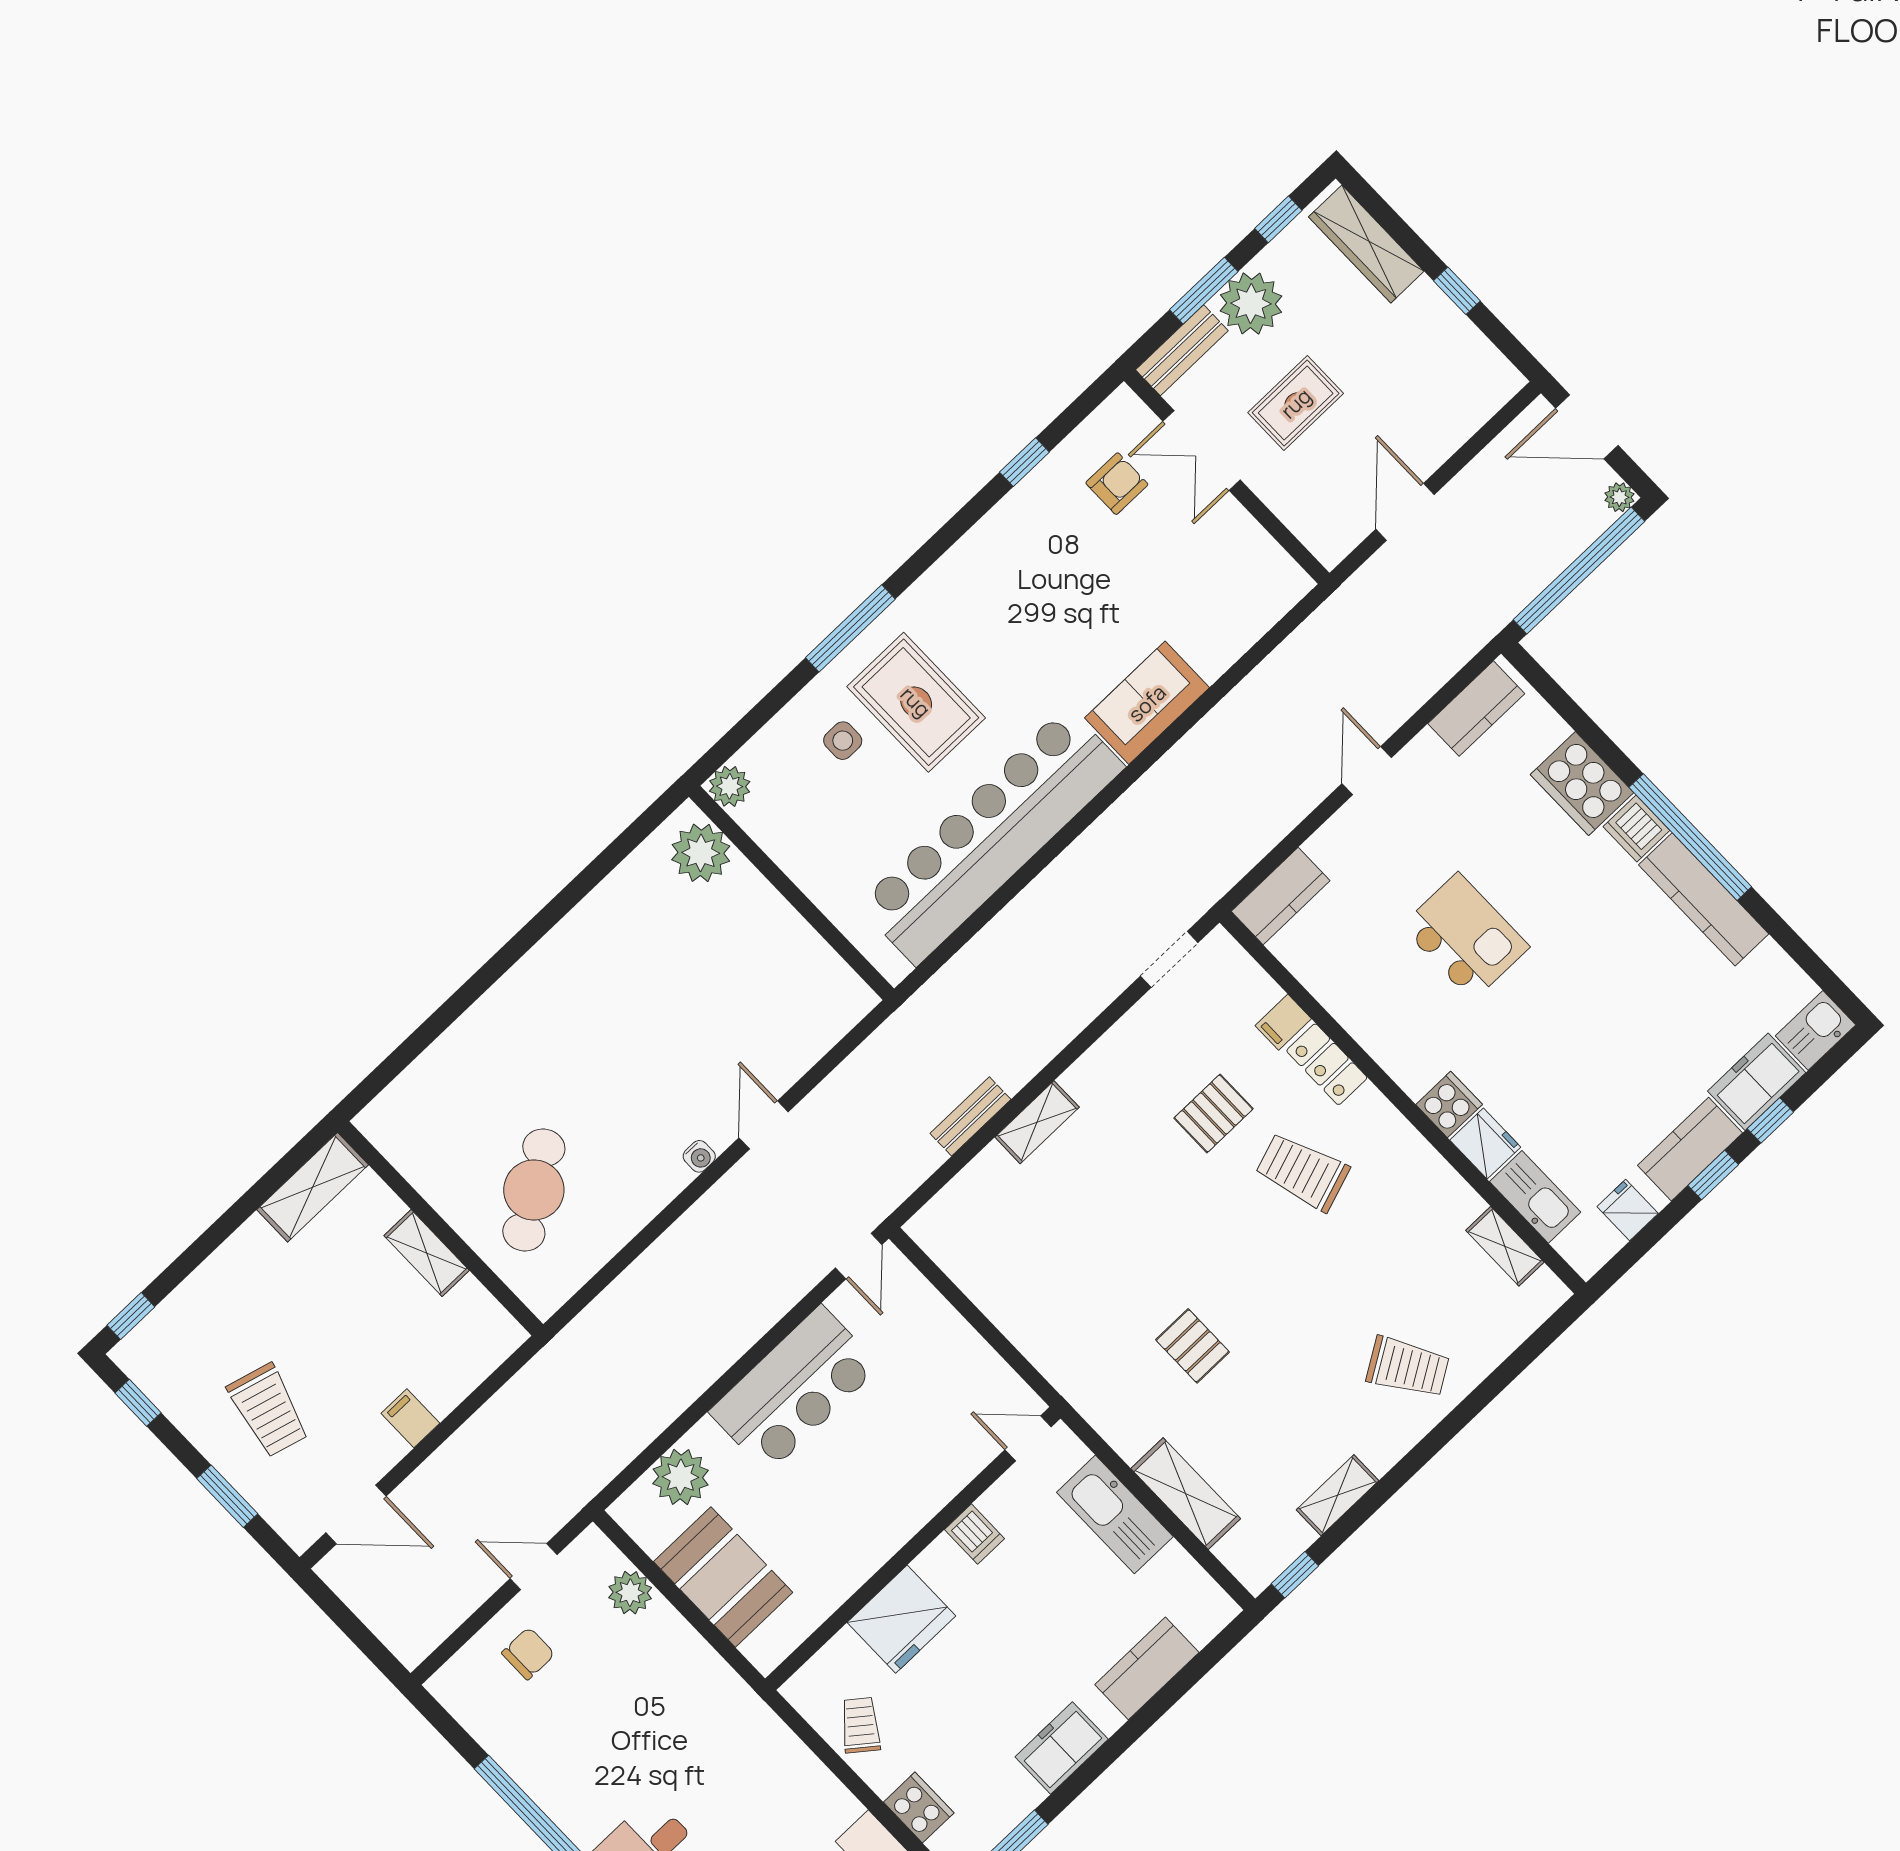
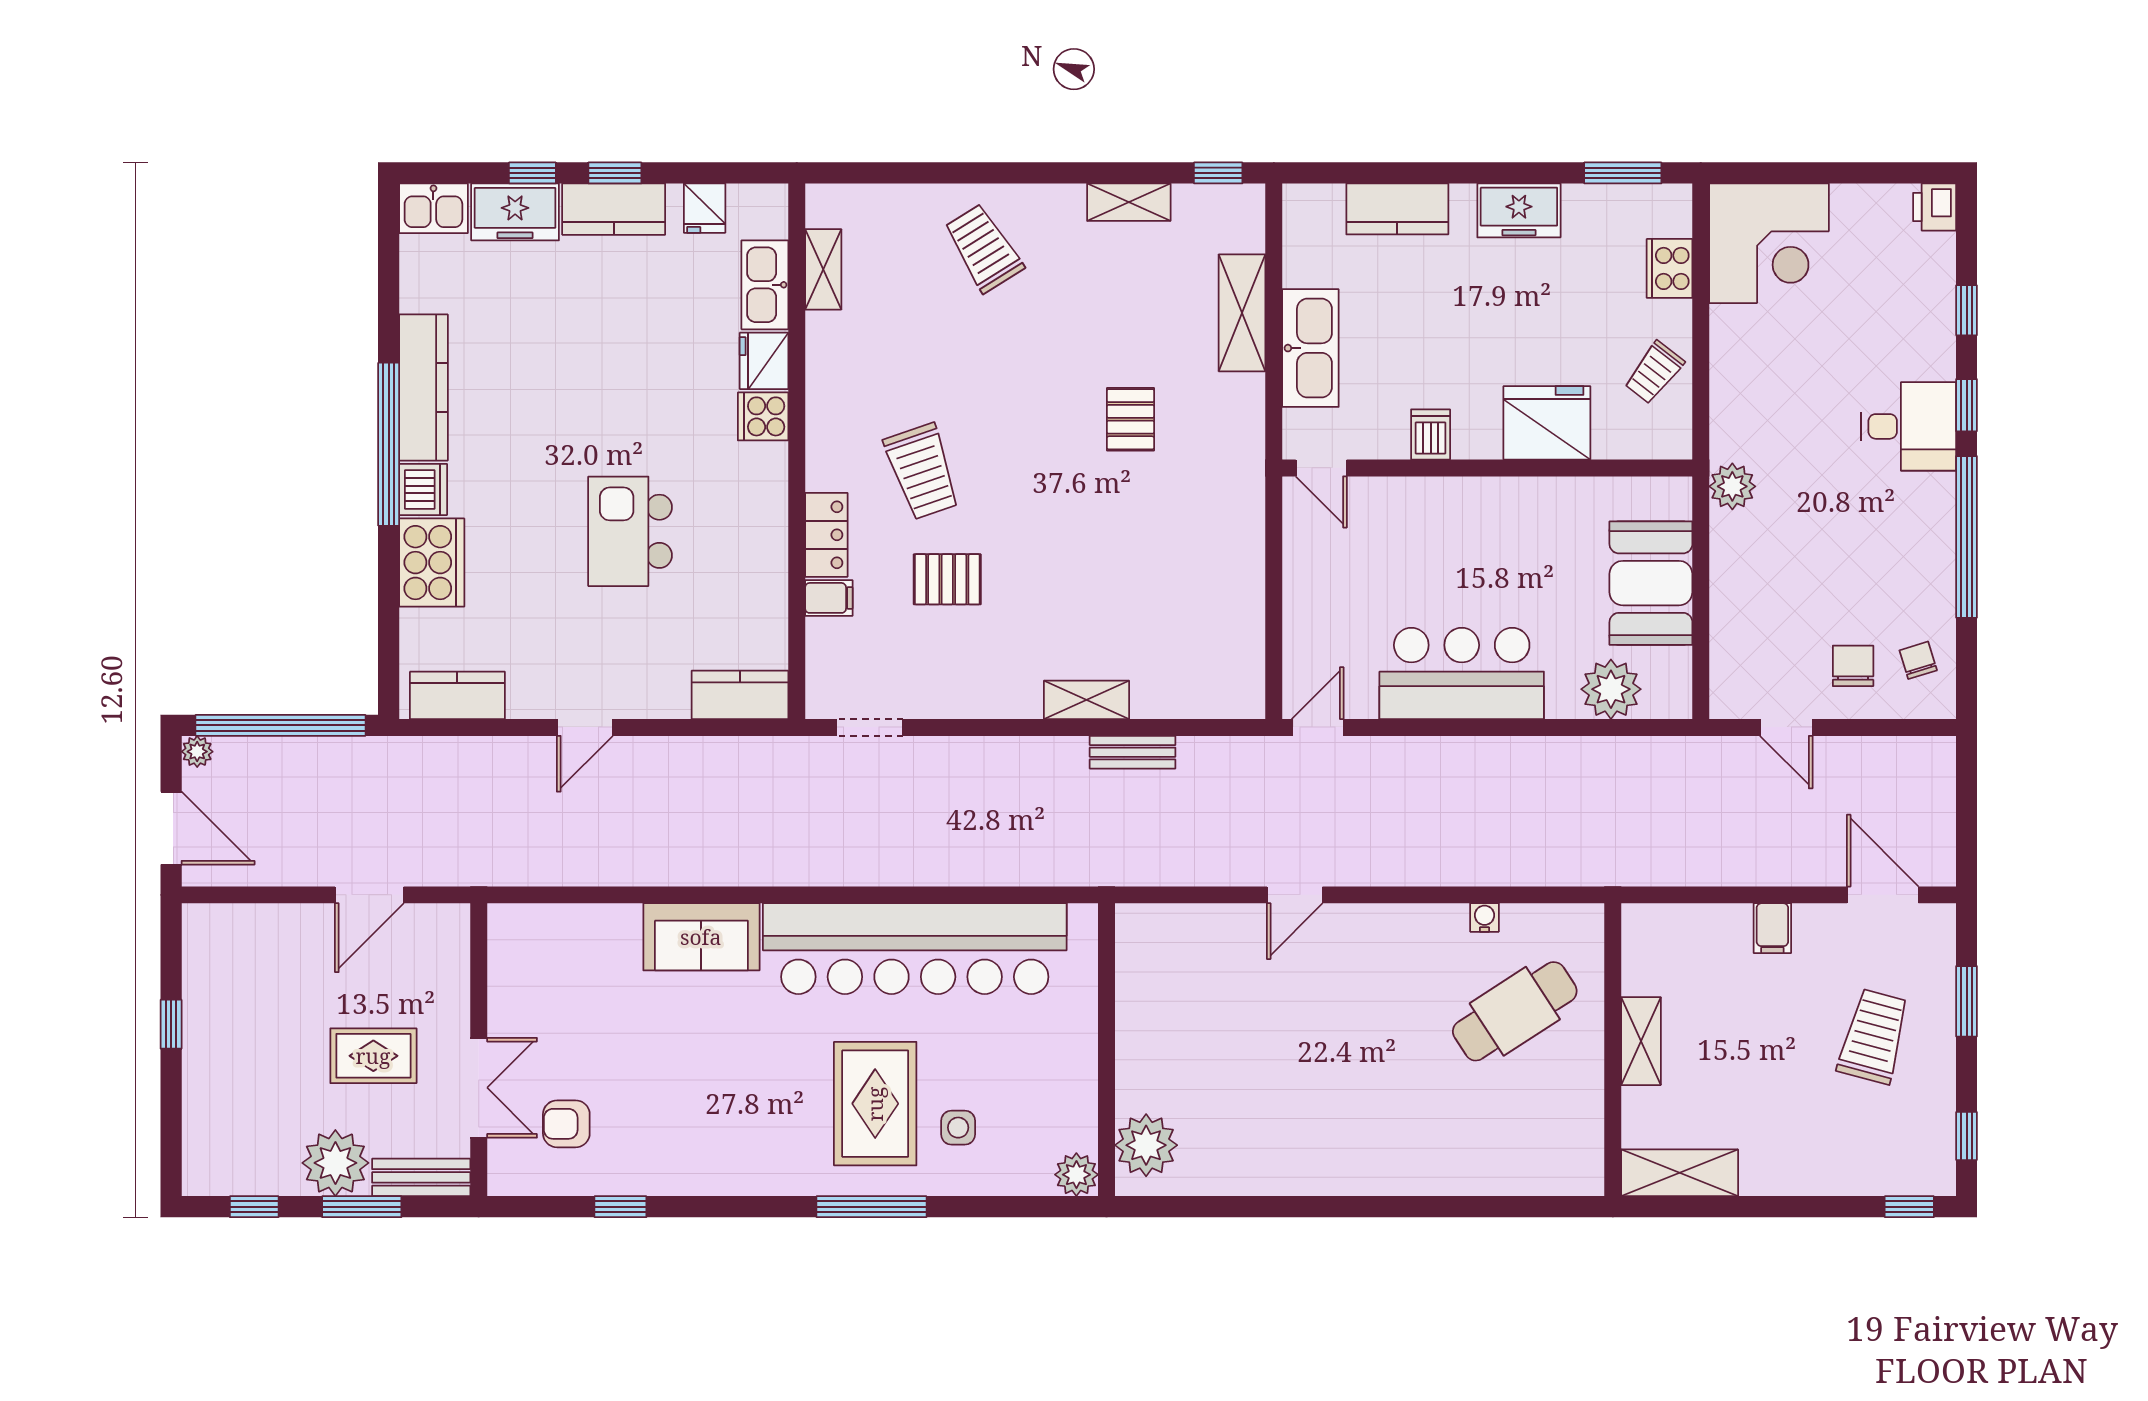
wardrobe: (1366, 244) -> (206, 1125), removed
water cooler: (699, 1156) -> (1485, 918), moved
plant: (630, 1593) -> (1732, 486), moved
chair: (528, 1654) -> (1853, 666), turned 90
chair: (487, 1701) -> (1918, 660), added

